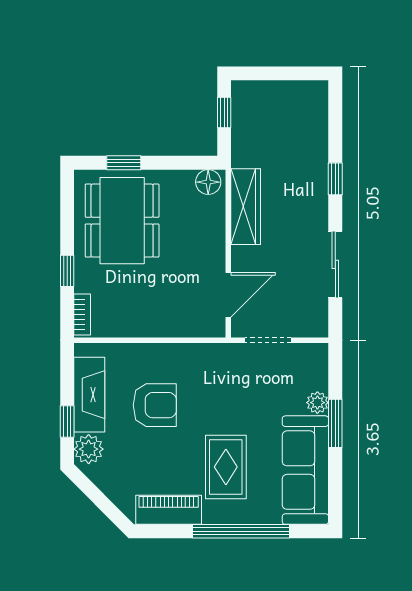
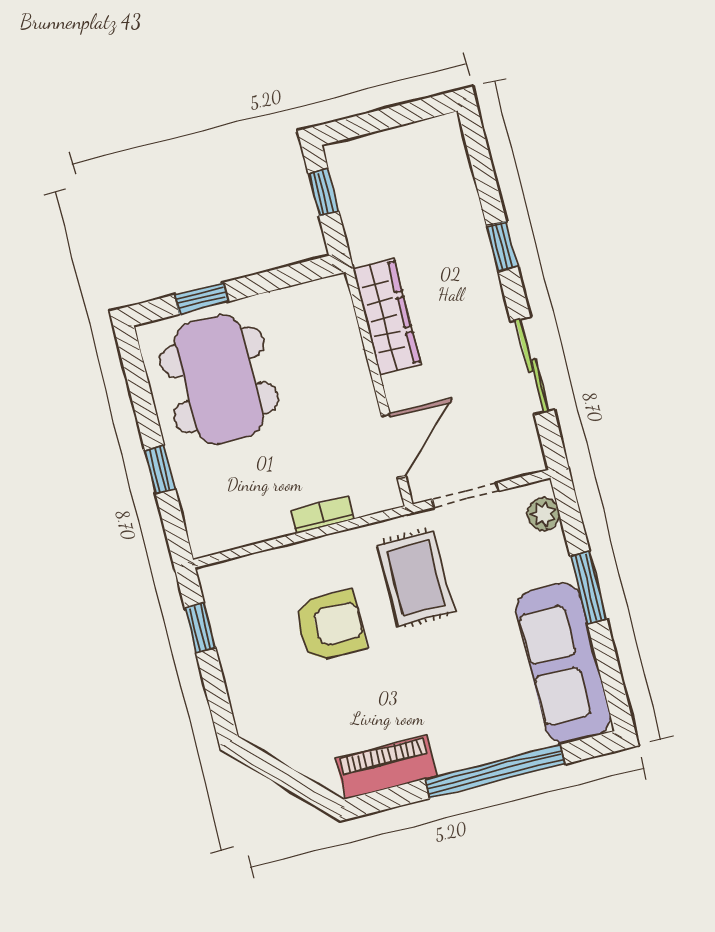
floor lamp: (208, 182) -> (326, 295), removed
bookcase: (82, 315) -> (322, 515), moved, turned -90
fireplace: (89, 395) -> (235, 634), removed
plant: (317, 403) -> (544, 514), moved
window: (67, 422) -> (200, 628), moved
plant: (89, 449) -> (253, 711), removed
rug: (226, 467) -> (415, 578), moved

